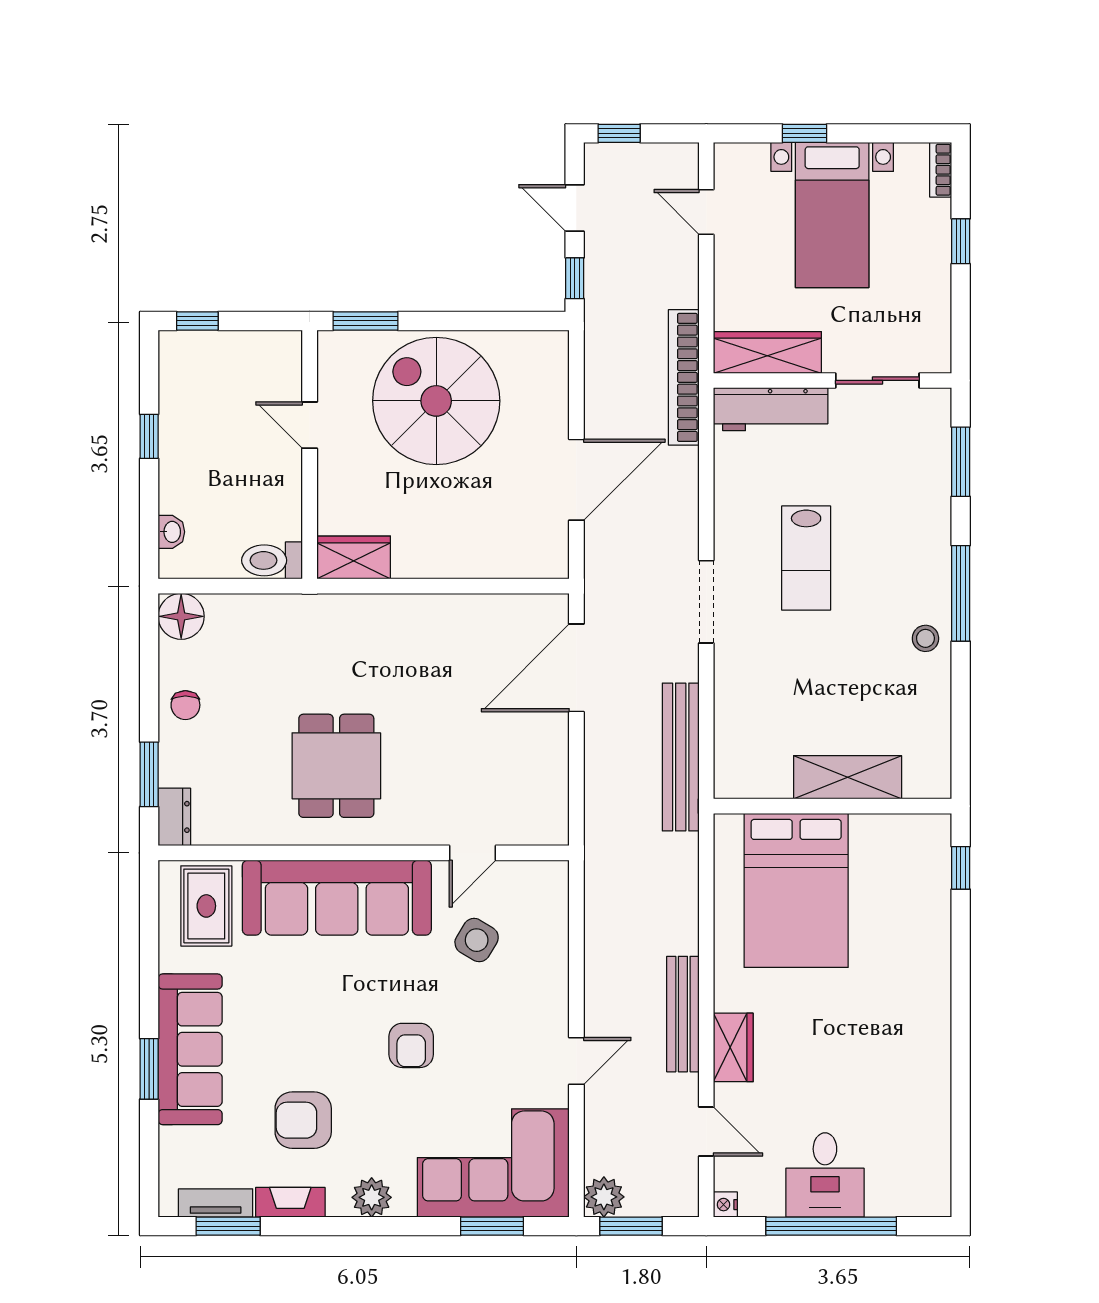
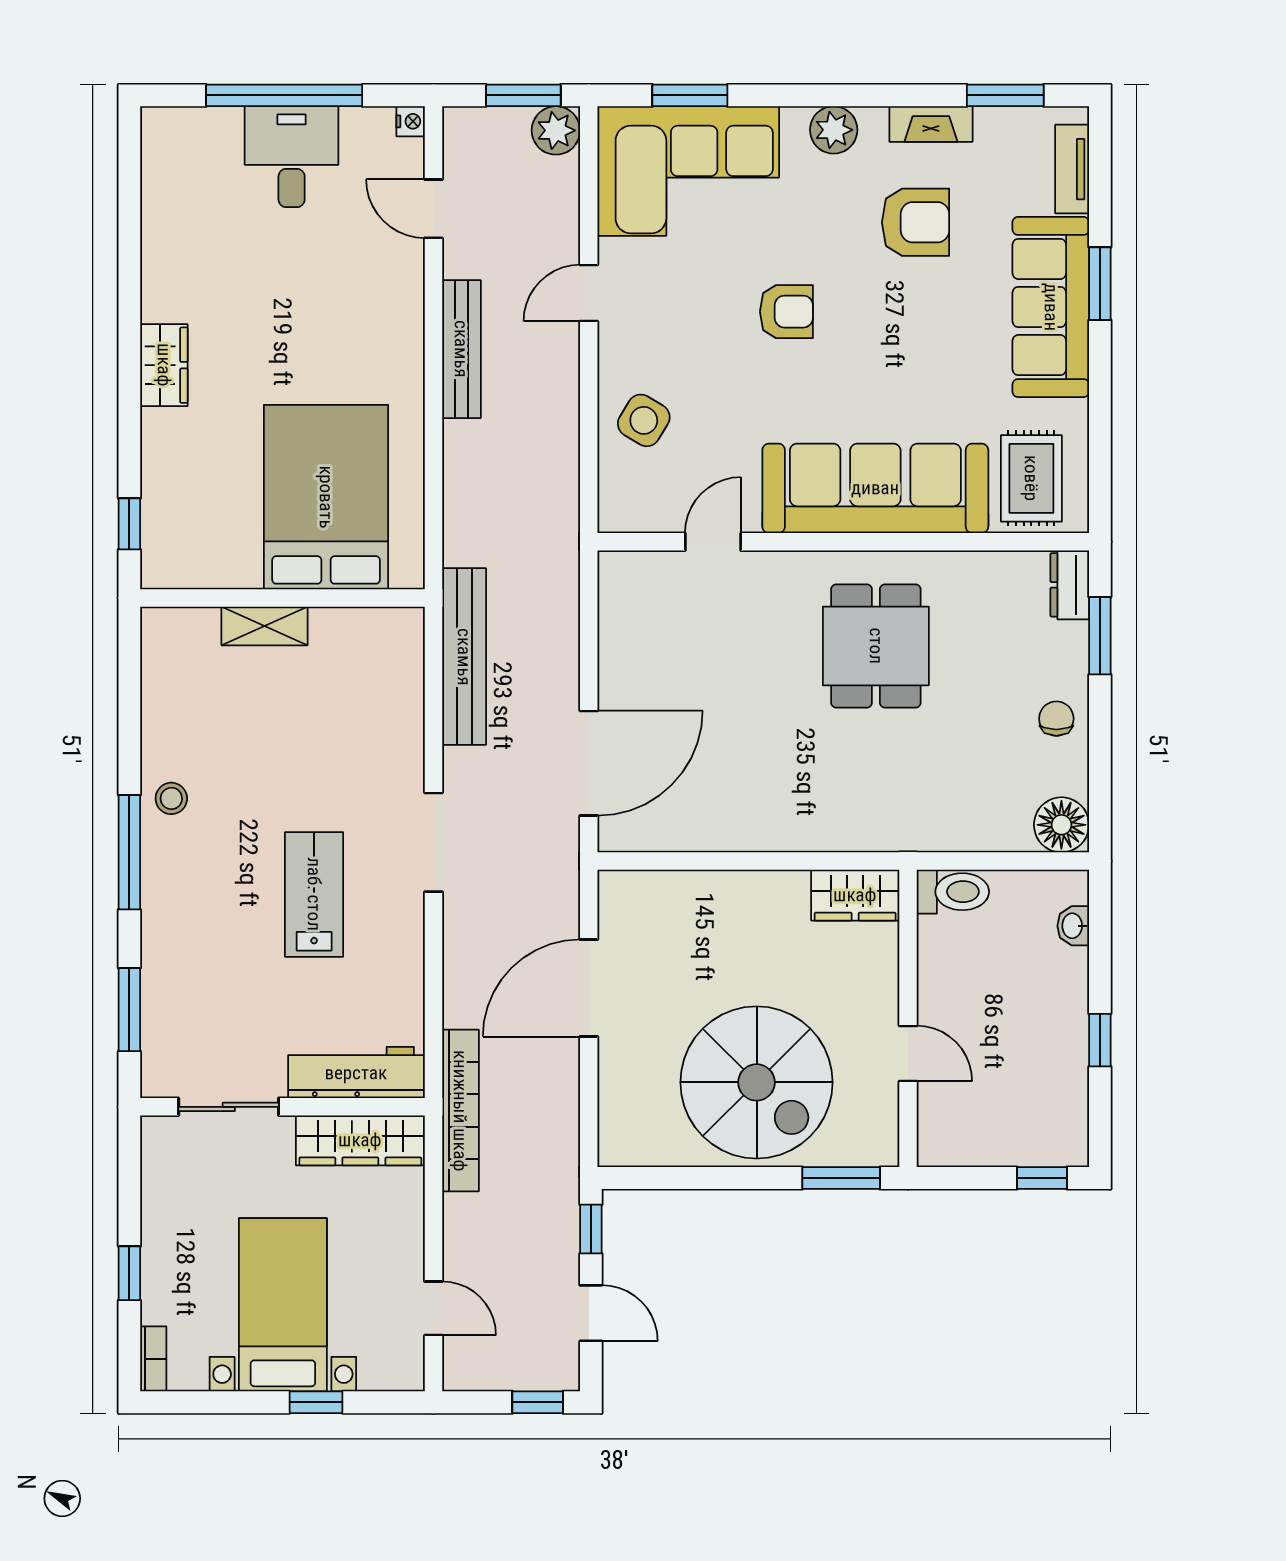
shelving: (848, 777) -> (265, 626), width x0.67, depth x0.75
side table: (477, 940) -> (644, 420), moved
armchair: (411, 1045) -> (786, 312), turned 90
wardrobe: (733, 1047) -> (164, 365), moved, turned 180
tv unit: (216, 1203) -> (1072, 169), moved, turned 90

